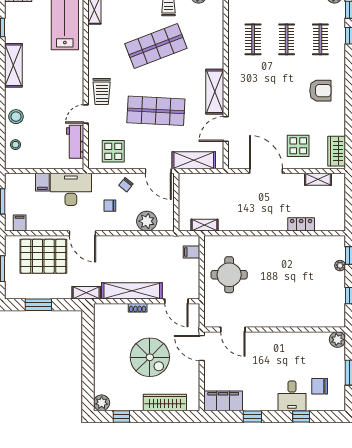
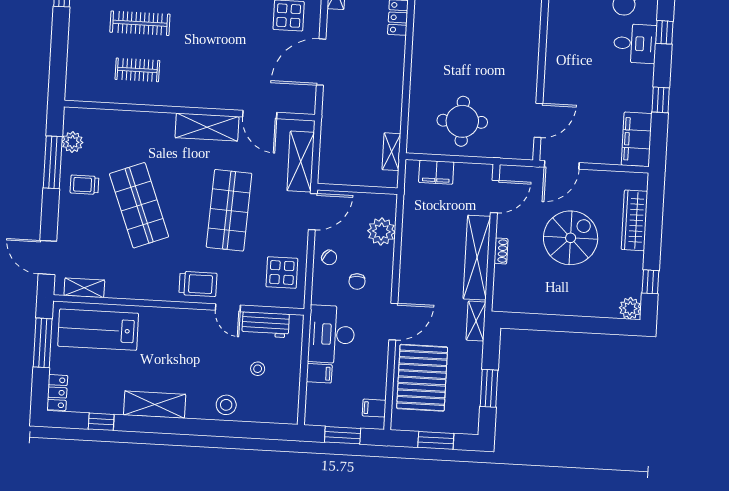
clothes rail: (287, 39) -> (140, 23), width x1.36
stool: (15, 145) -> (258, 369), moved
filing cabinet: (192, 252) -> (436, 172), width x2.00

